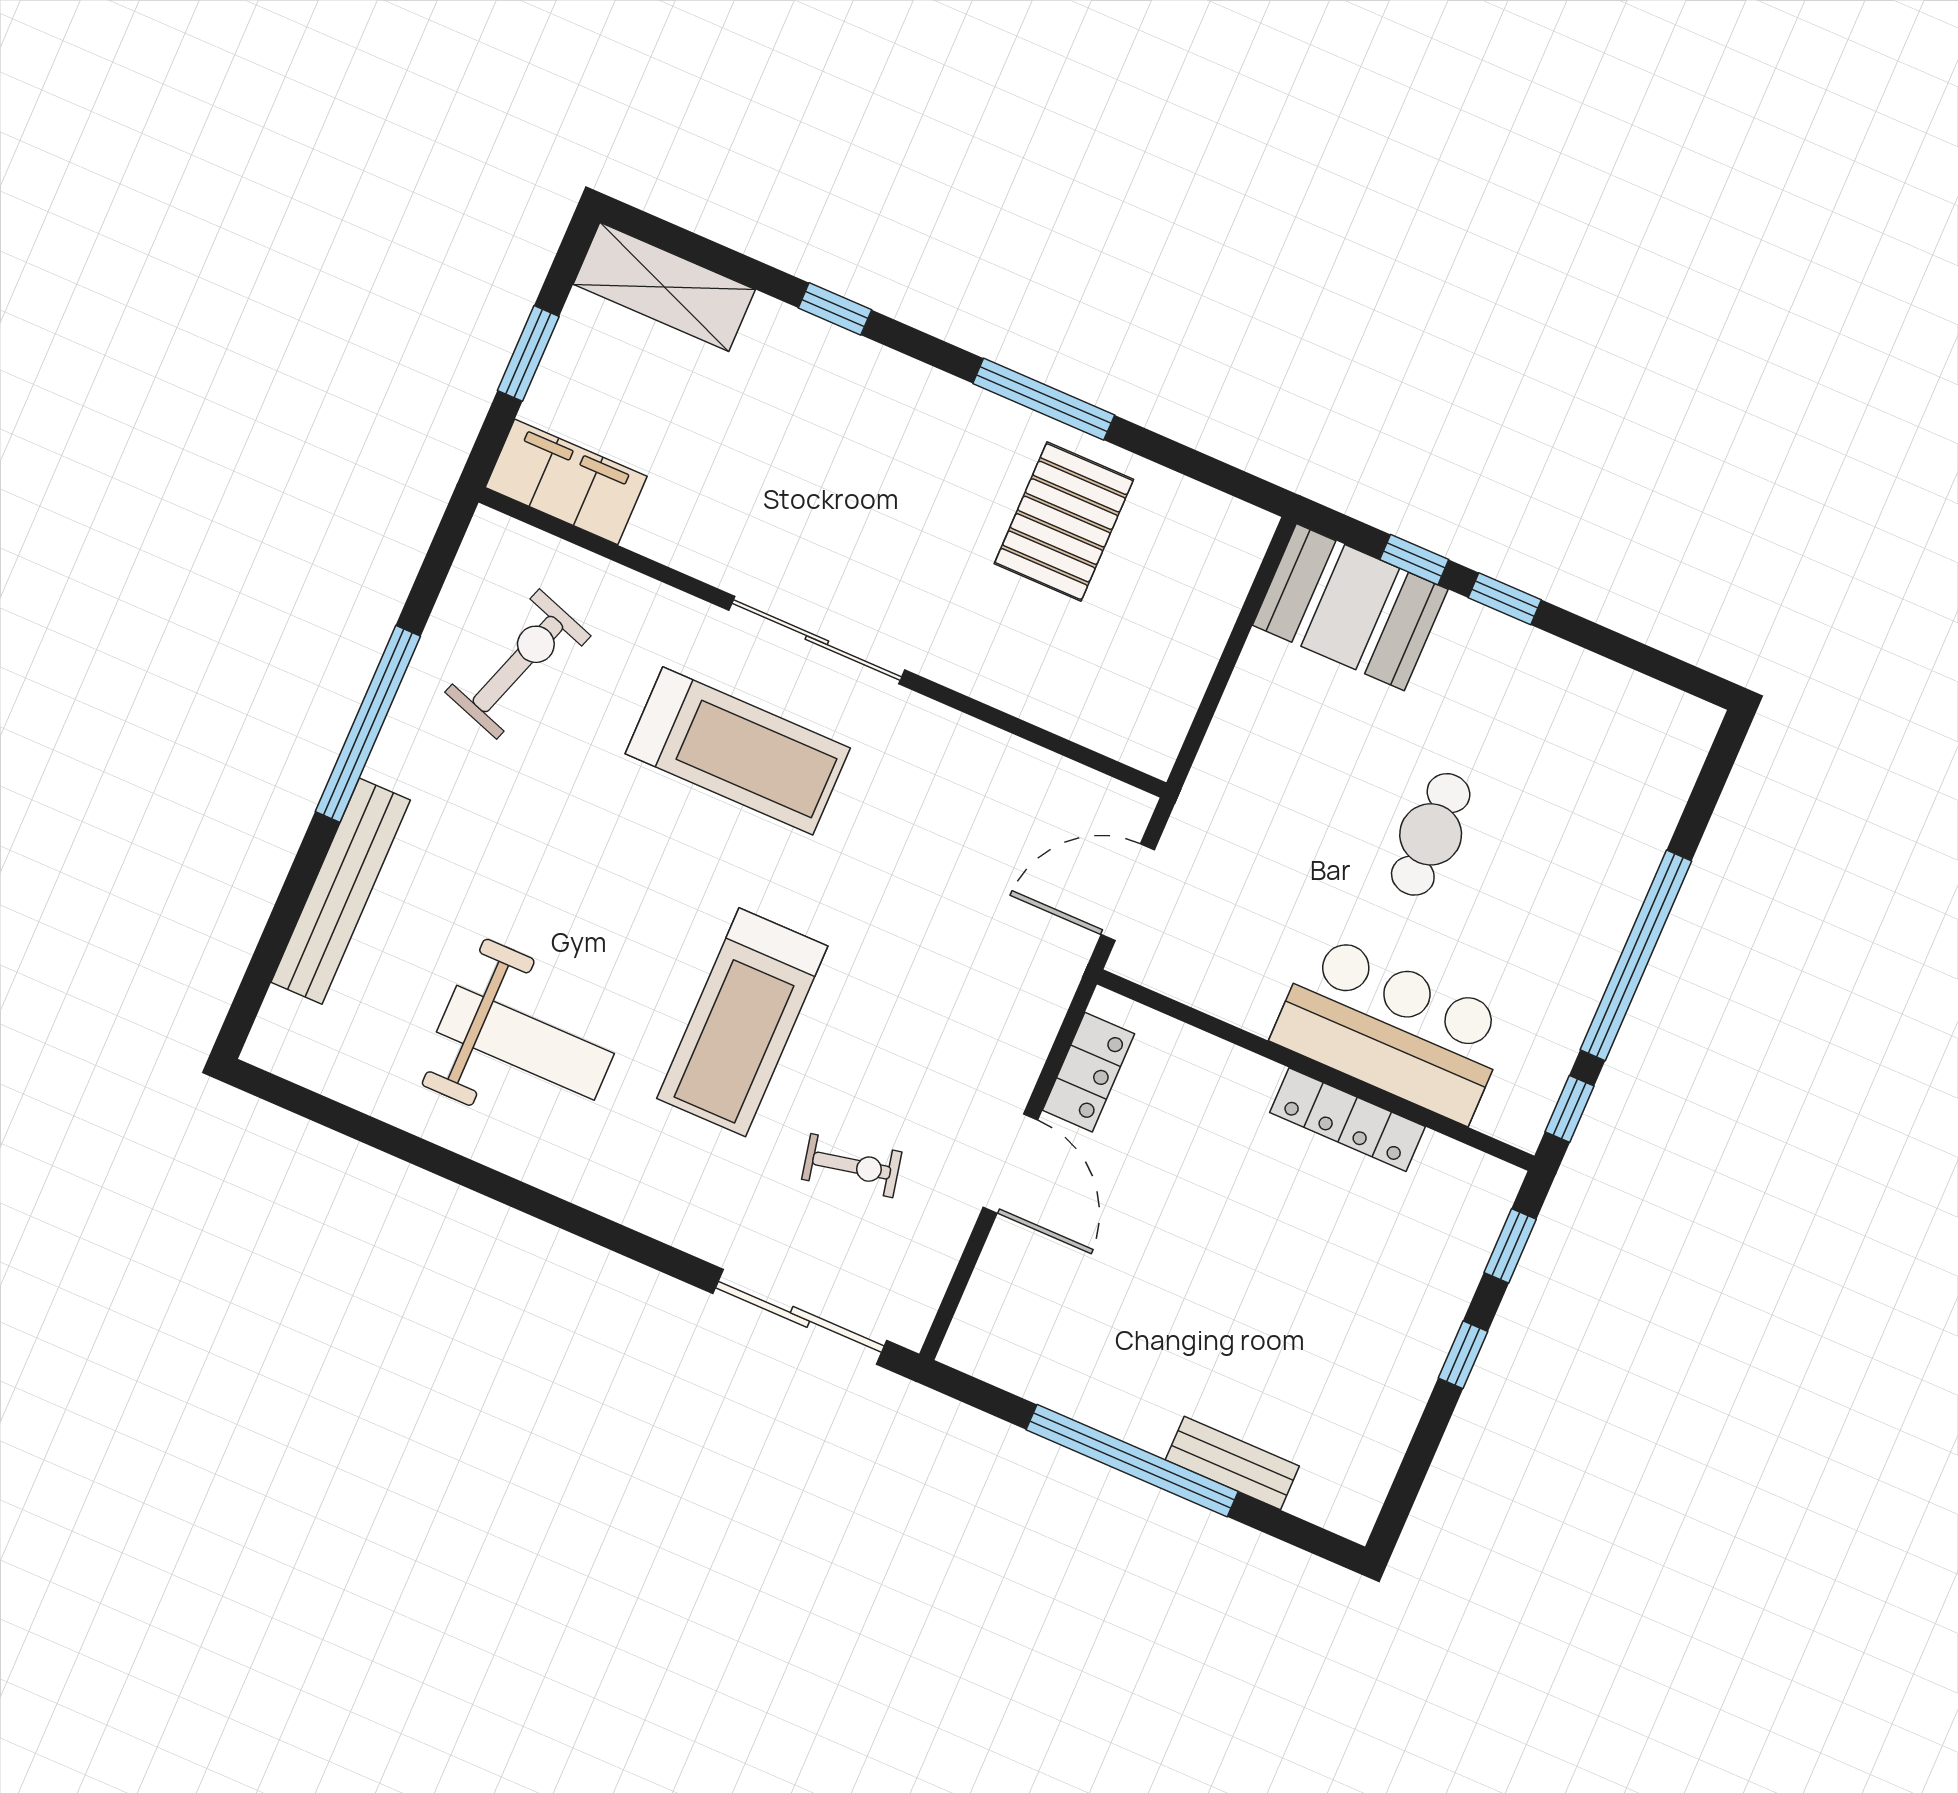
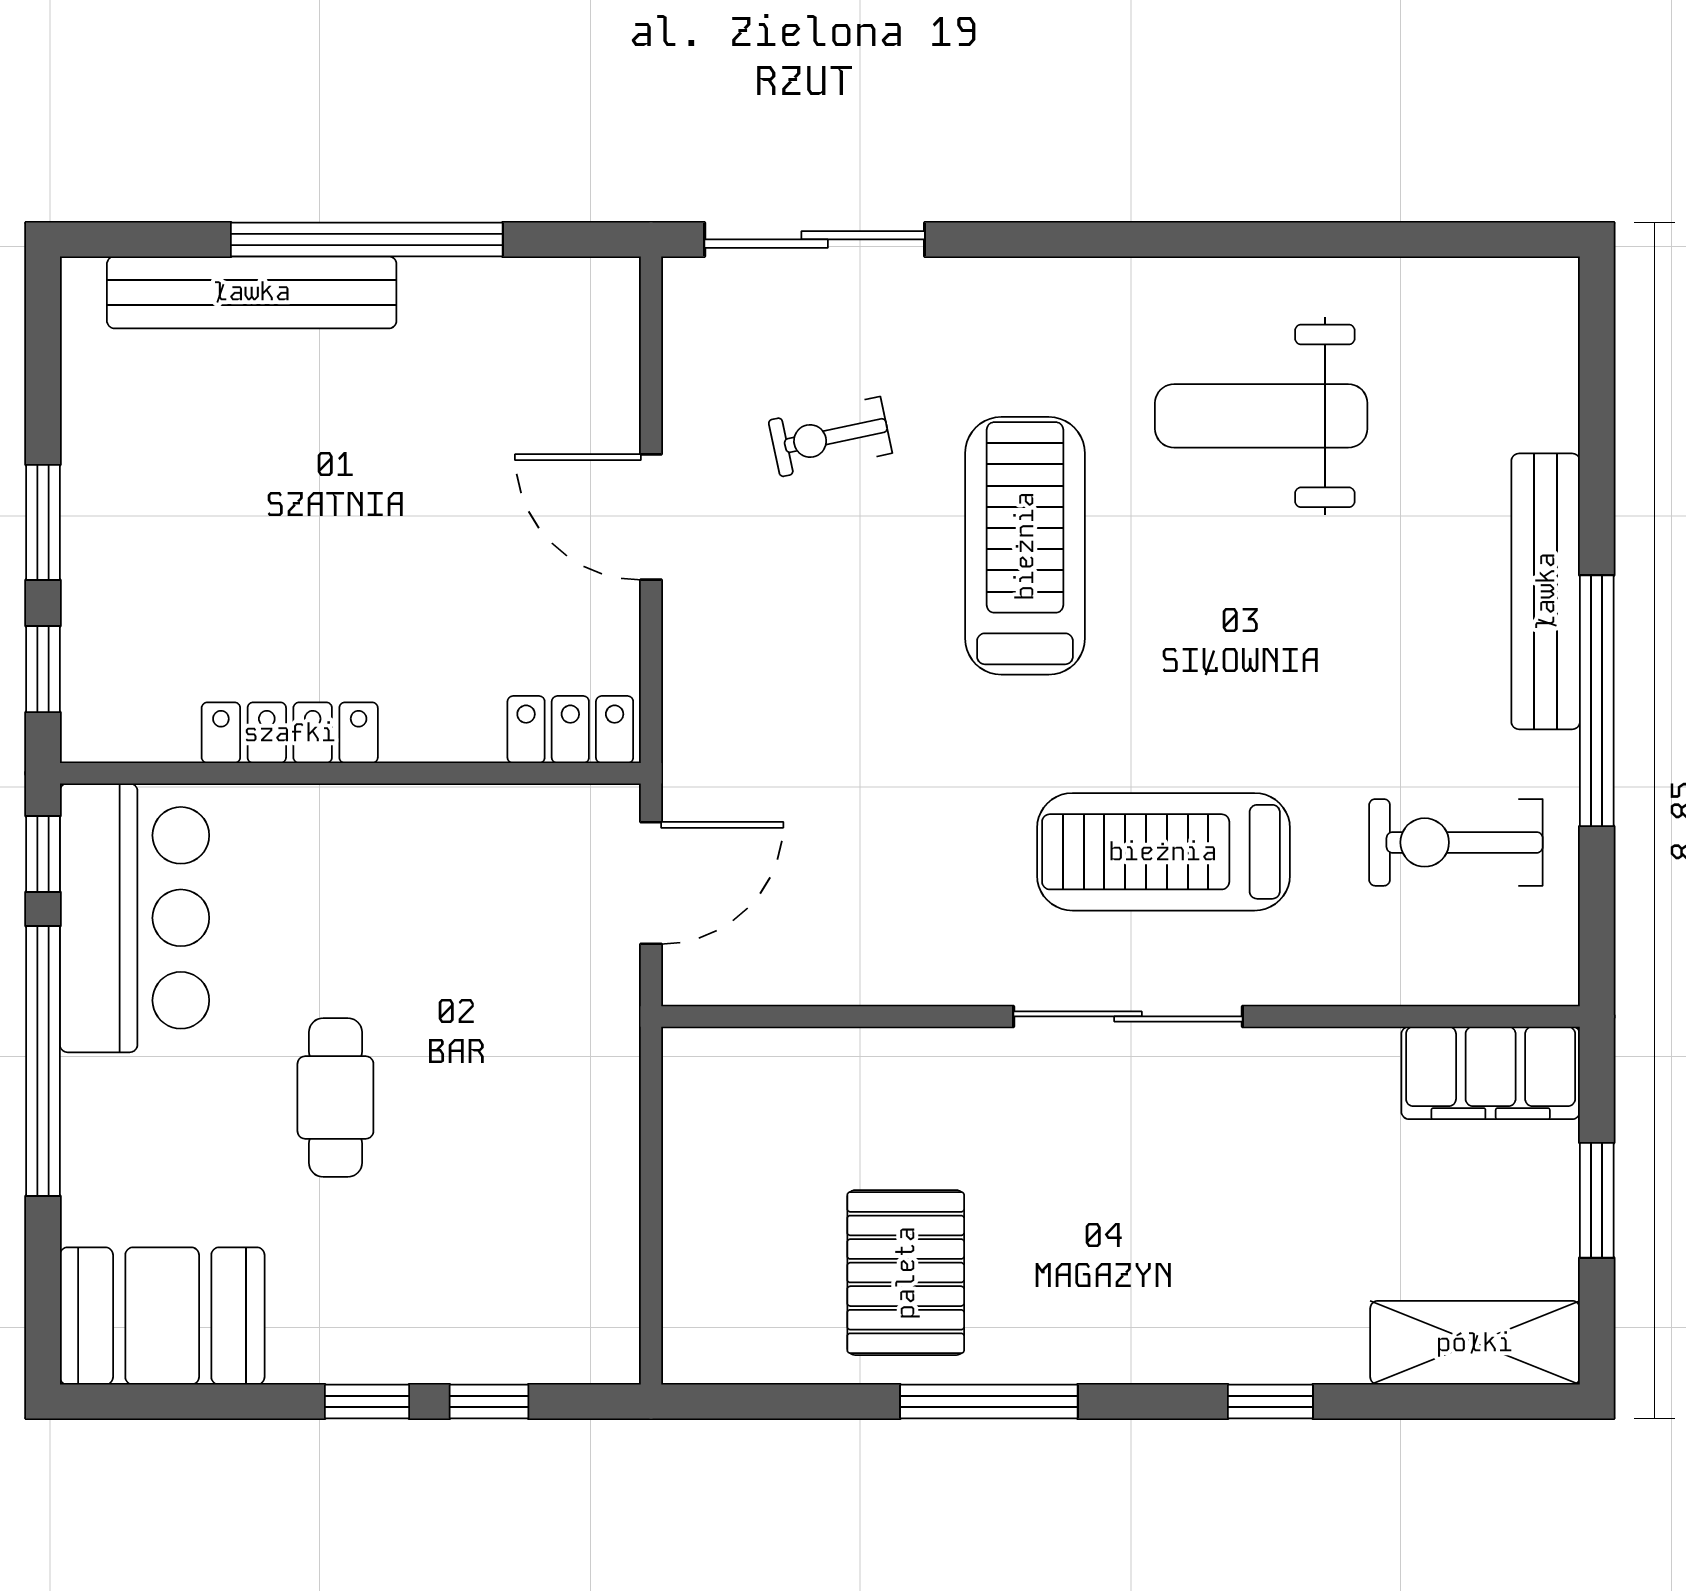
booth: (1350, 607) -> (162, 1316), moved
exercise bike: (518, 664) -> (1456, 842), turned 71
bench: (341, 891) -> (1546, 591), moved
bar counter: (1392, 1029) -> (134, 918), moved, turned -90
locker: (1088, 1072) -> (570, 730), moved, turned 90
window: (1463, 1355) -> (43, 522), width x1.50
bench: (1232, 1463) -> (252, 292), width x1.86, depth x1.21

